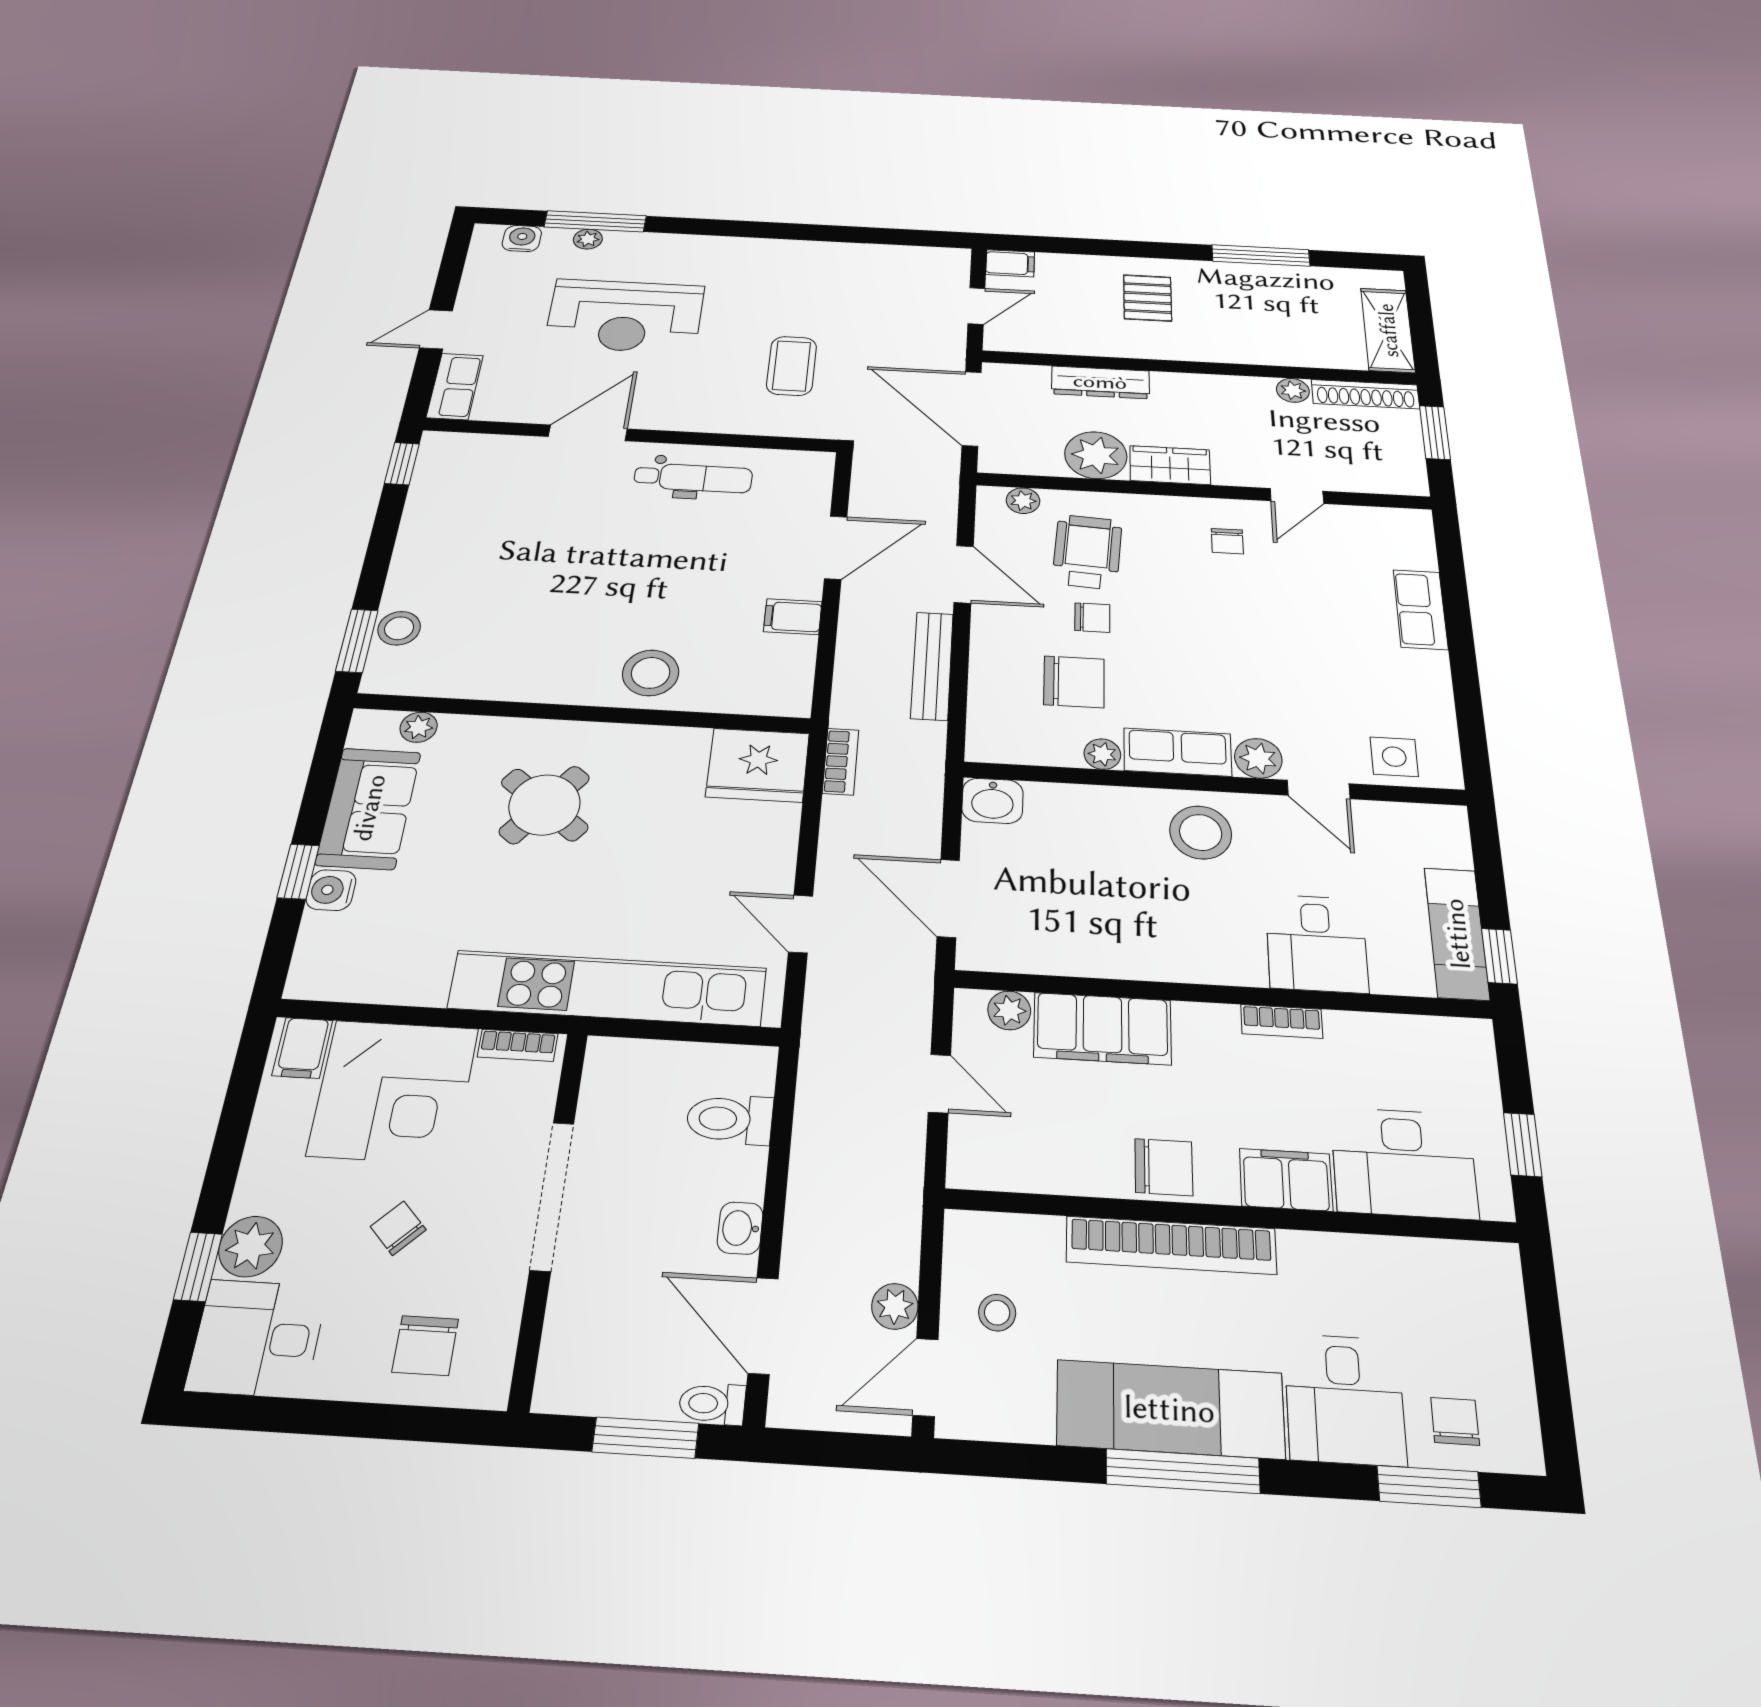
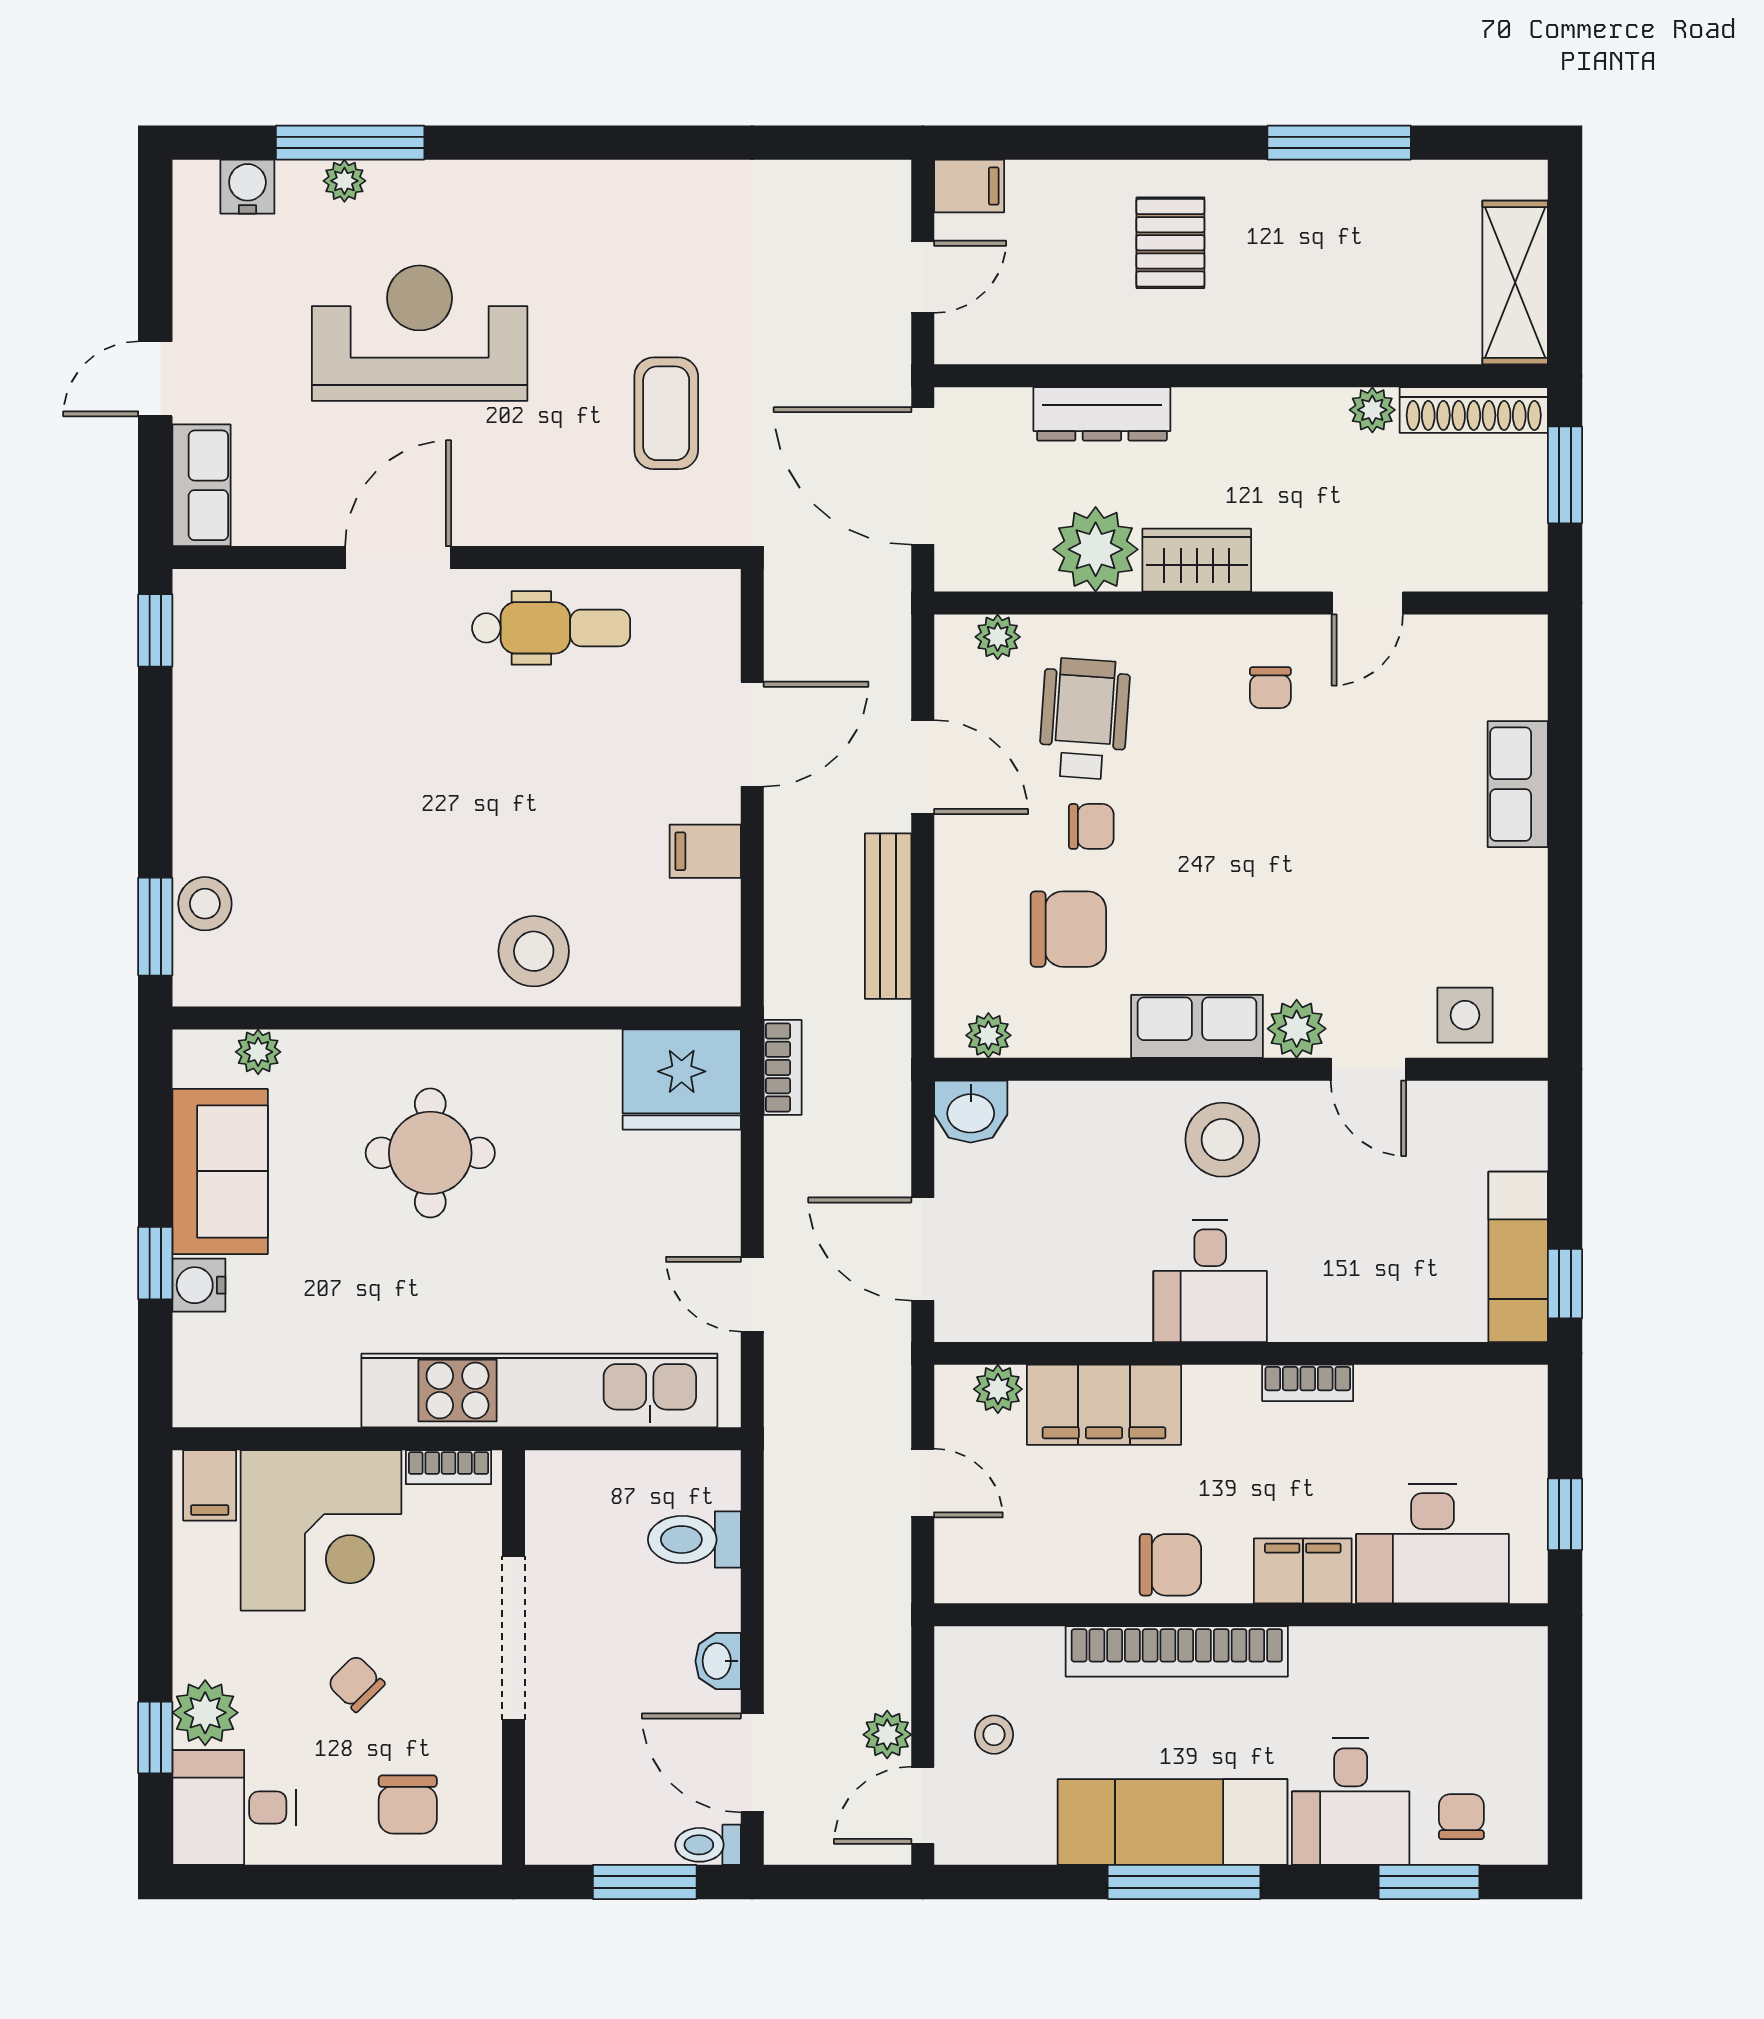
reception desk: (625, 316) -> (420, 333), turned 180
plant: (1102, 754) -> (988, 1035), moved
round table: (544, 805) -> (430, 1153), turned -38
desk: (1317, 943) -> (1210, 1281), moved

